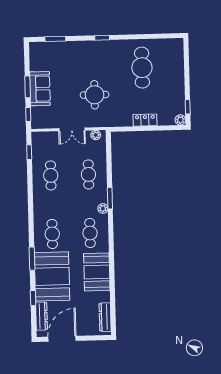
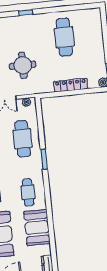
locker: (145, 120) -> (71, 85), width x1.53
cafe table: (88, 174) -> (23, 139), width x1.37, depth x1.35
plant: (103, 208) -> (38, 169), removed

